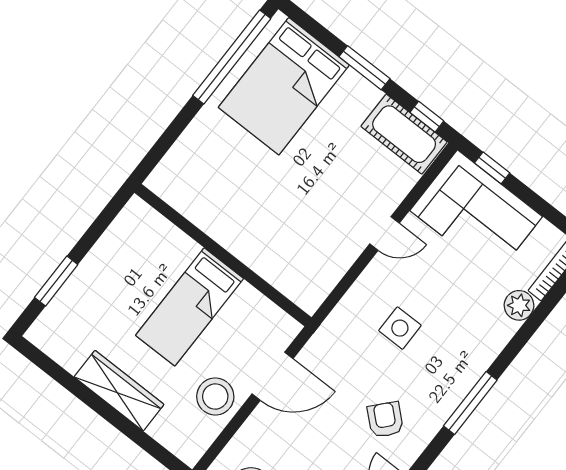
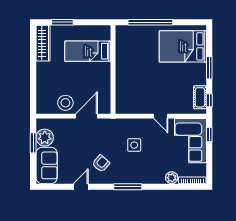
window: (232, 57) -> (150, 22), moved
cot: (404, 134) -> (200, 97), width x0.73, depth x0.75
bed: (190, 307) -> (88, 51), moved
door: (273, 376) -> (86, 116), swing flipped
wardrobe: (119, 391) -> (43, 43), moved

